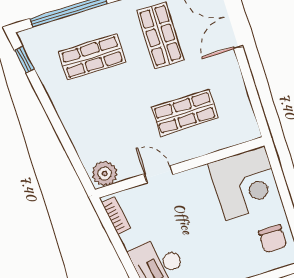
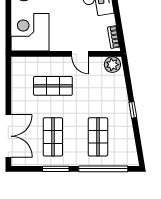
shop shelf: (92, 57) -> (98, 137), turned 90
window: (24, 60) -> (133, 110), moved

